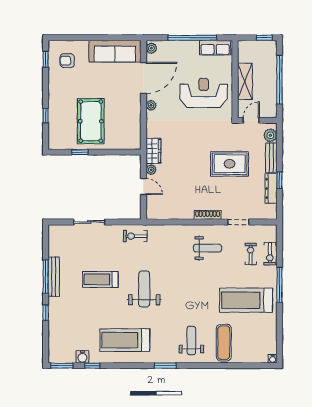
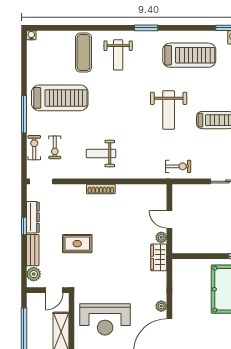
rug: (230, 164) -> (77, 244), width x0.73, depth x0.70
doorway: (238, 222) -> (41, 181), moved

